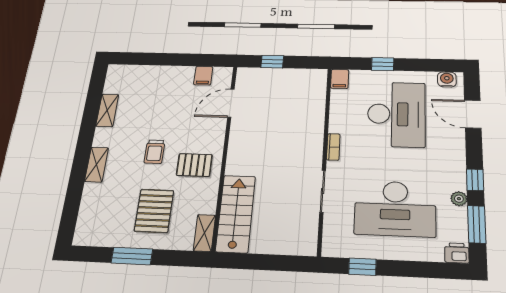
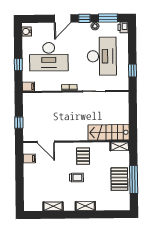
desk: (396, 114) -> (49, 57), turned 180
door: (473, 114) -> (63, 19), moved
pallet: (154, 211) -> (119, 179), moved, turned 90
window: (132, 256) -> (134, 180), width x1.44

